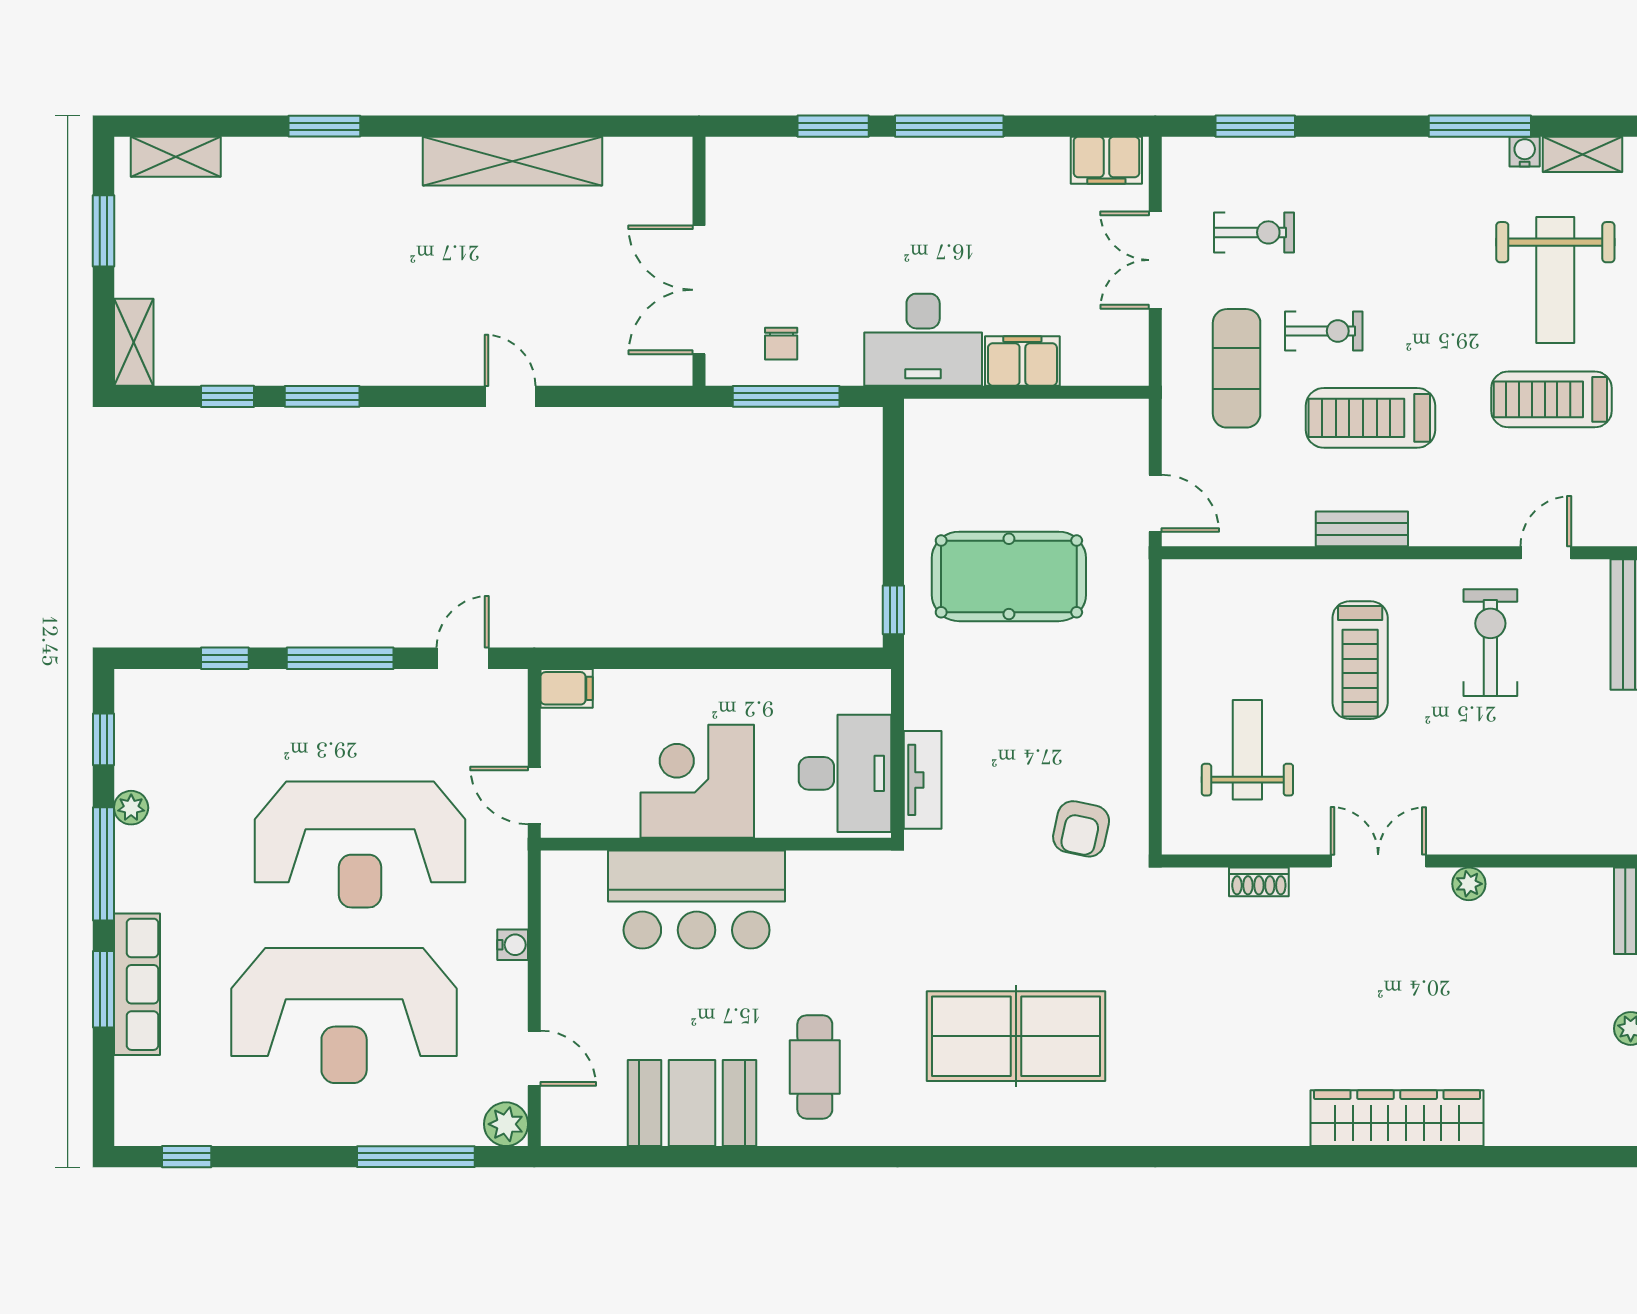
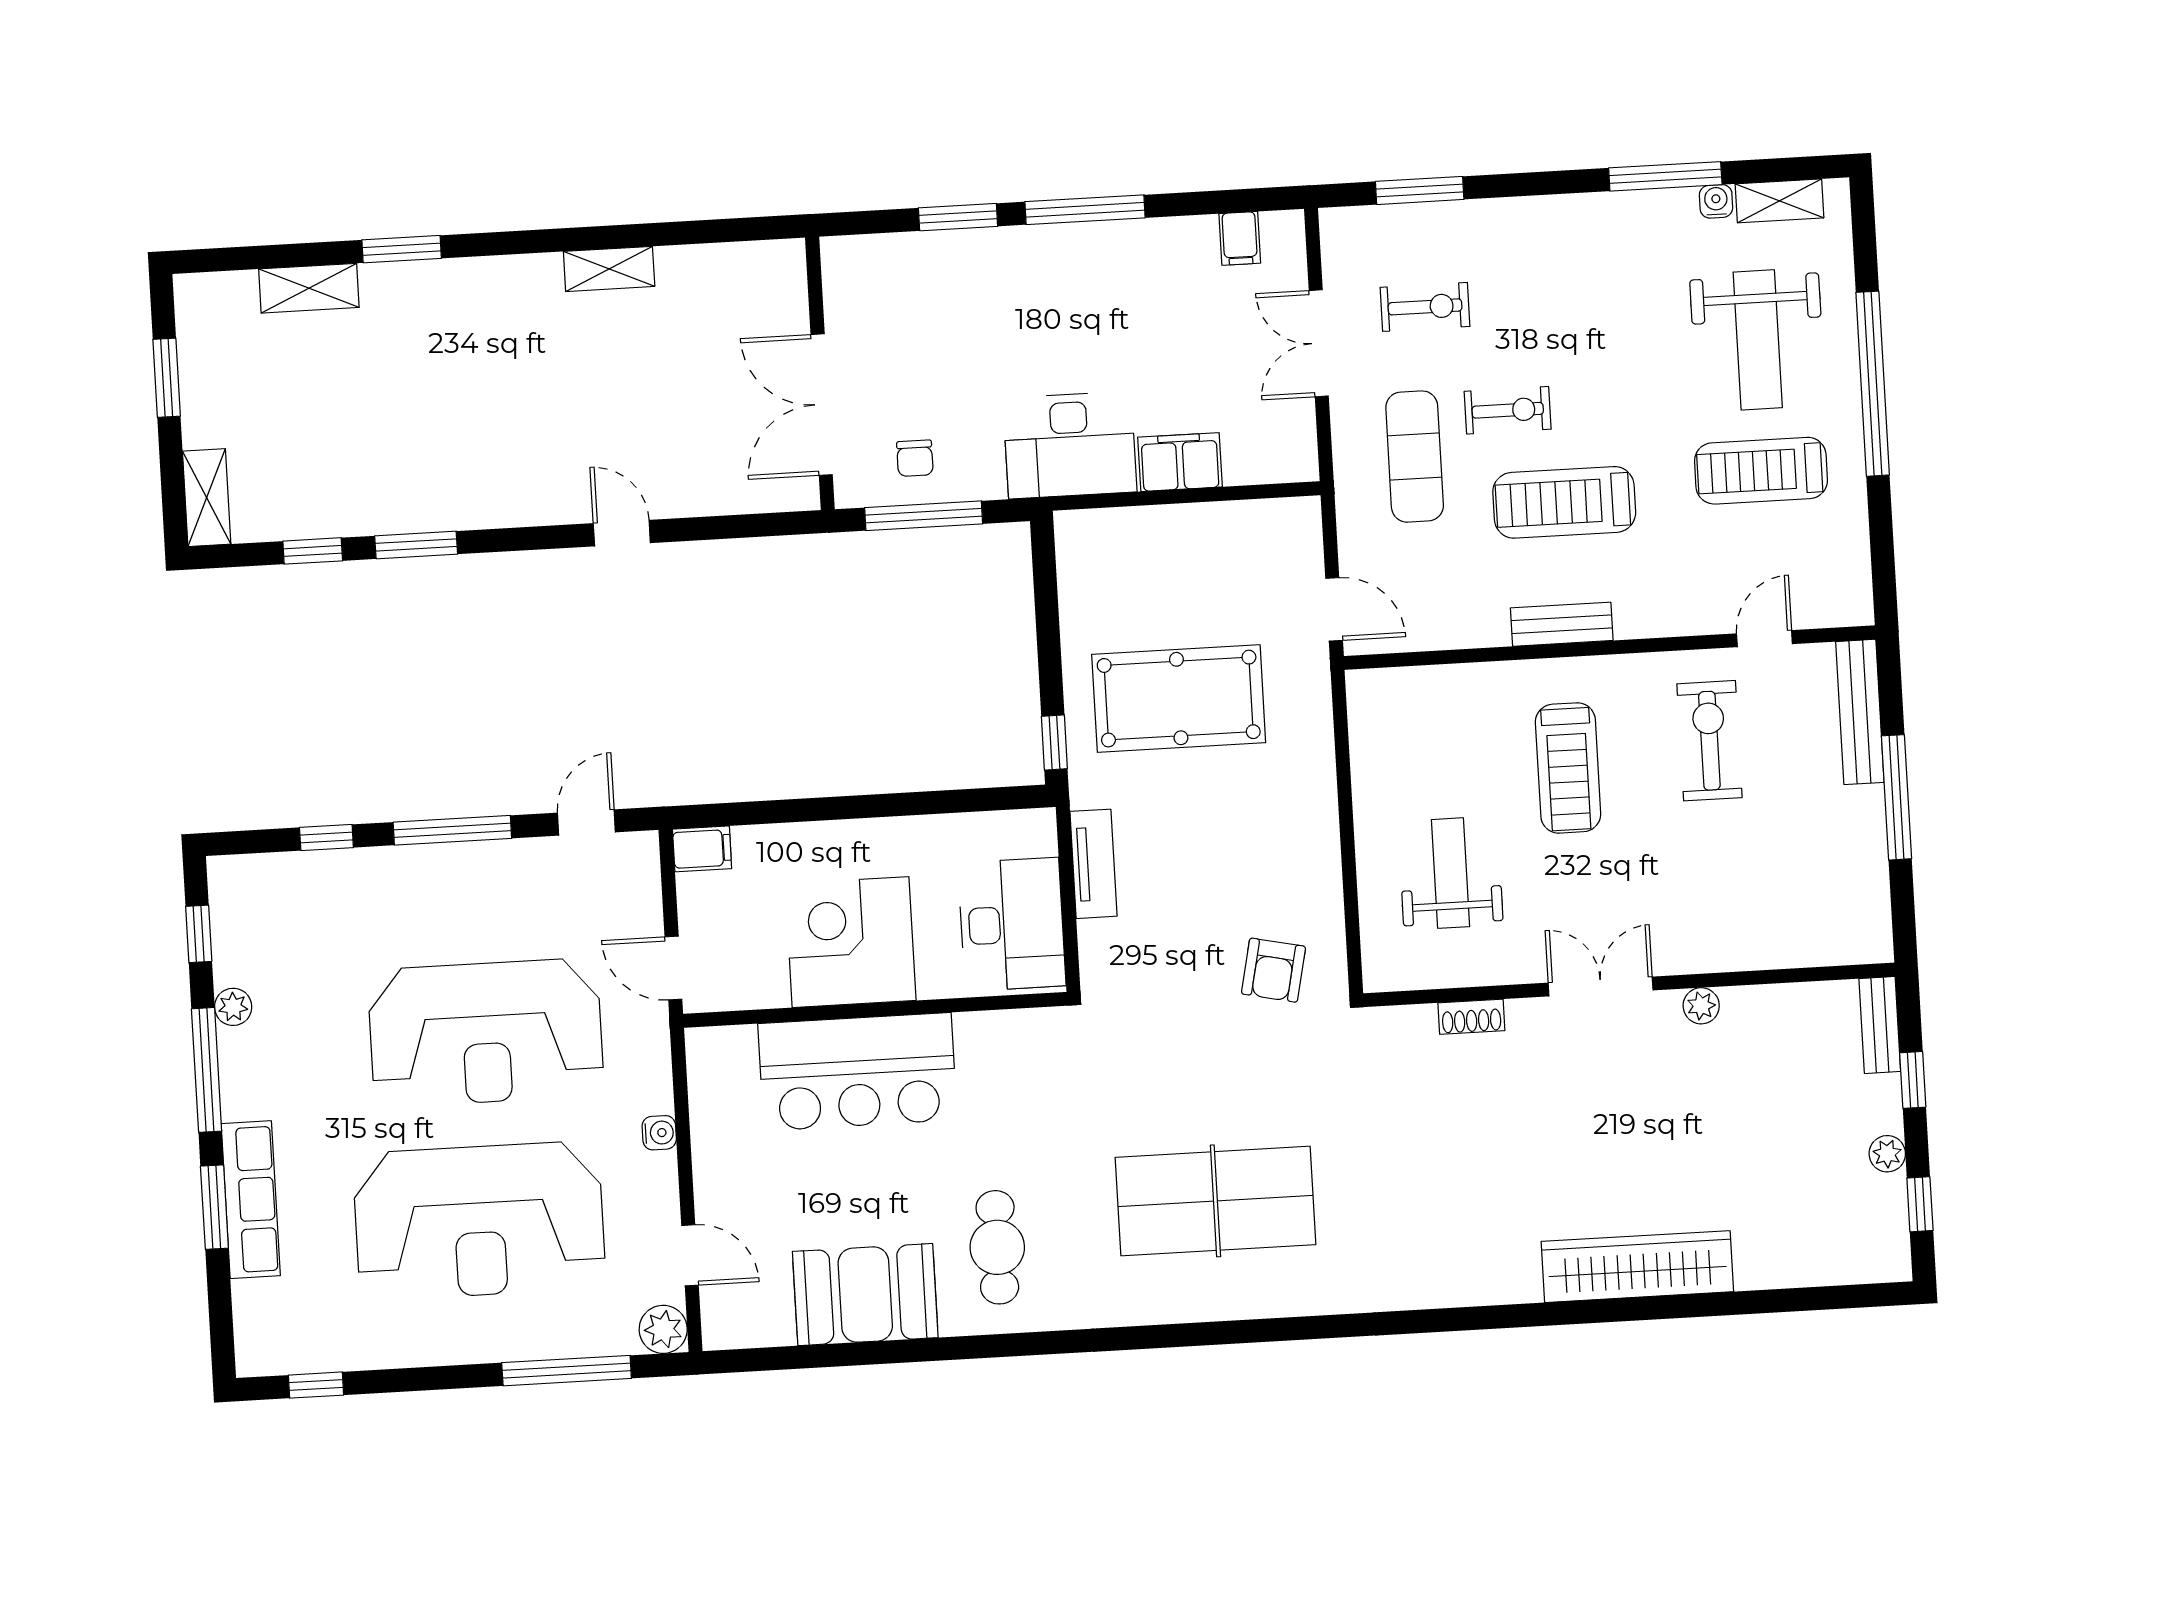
shelving: (176, 157) -> (309, 288), moved
filing cabinet: (1106, 160) -> (1240, 238), width x0.50
shelving: (512, 161) -> (609, 269), width x0.45, depth x0.75
tv unit: (923, 780) -> (1093, 864), moved

